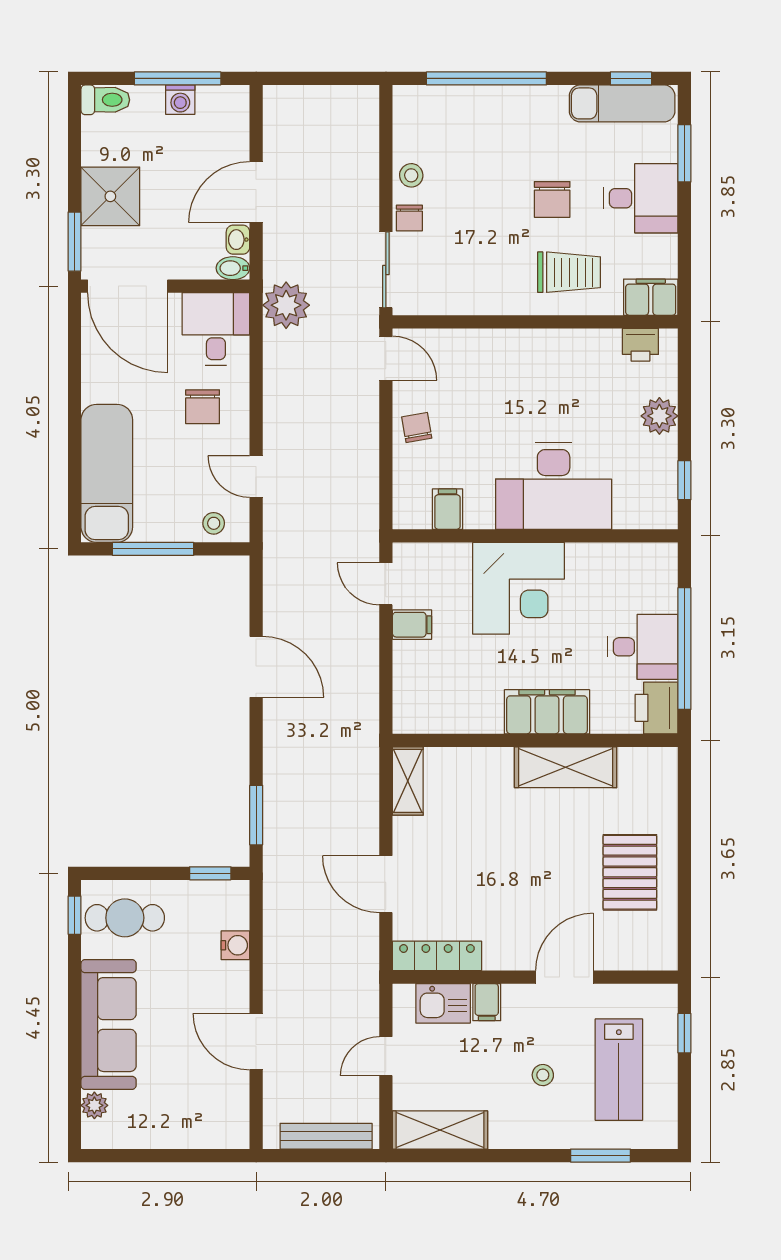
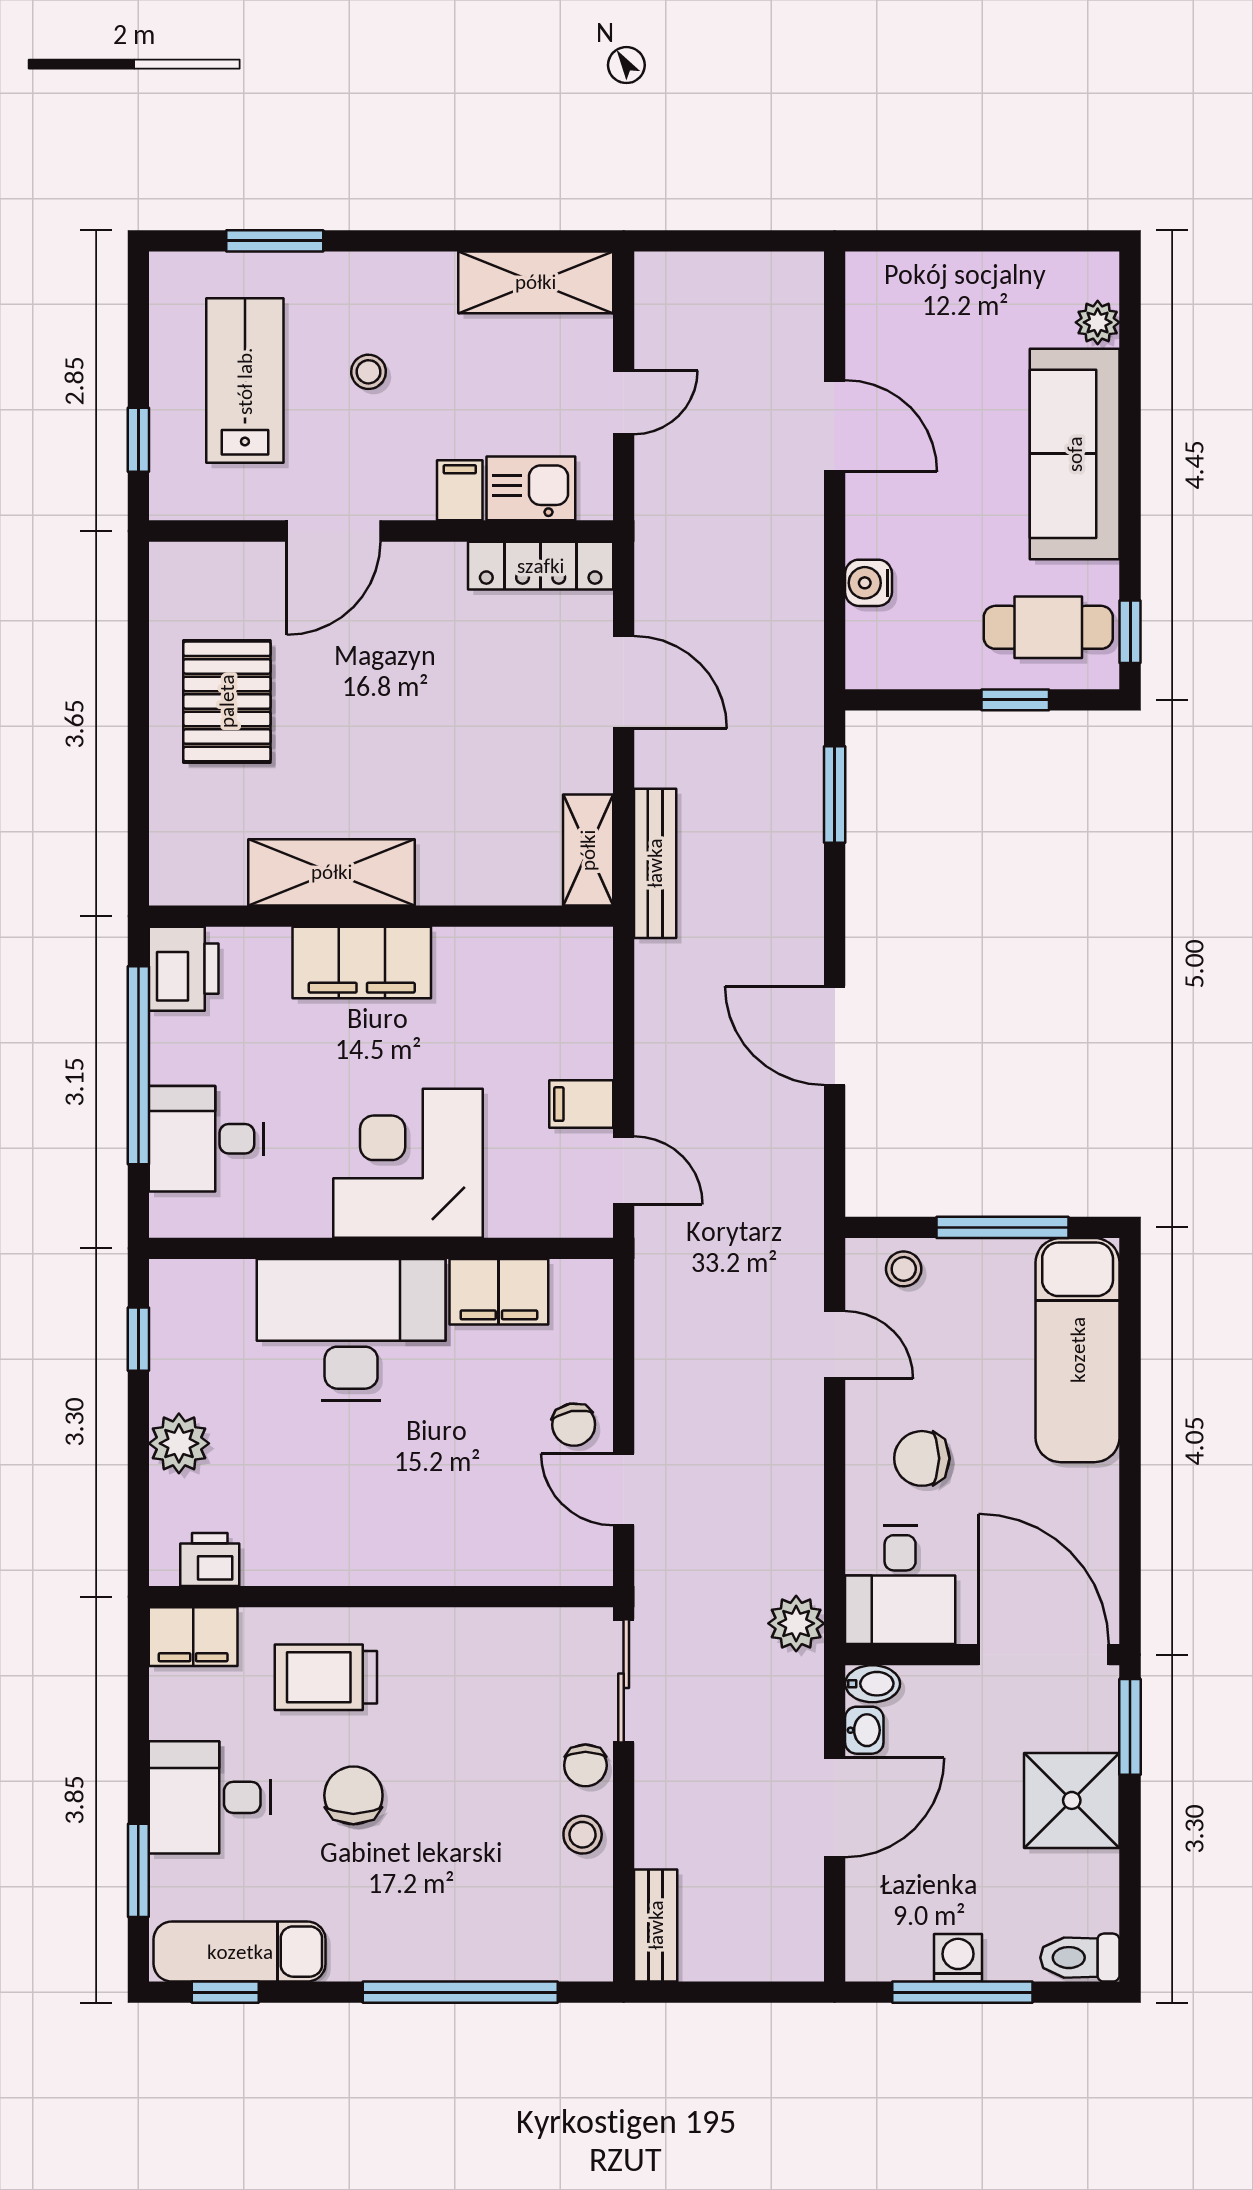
bench: (366, 119) -> (656, 1925), added
chair: (409, 218) -> (585, 1765), turned 180
plant: (286, 305) -> (796, 1623), width x0.73, depth x0.73
door: (386, 358) -> (624, 1490), moved
chair: (203, 407) -> (922, 1458), turned -90
filing cabinet: (447, 509) -> (499, 1292), width x2.00
desk: (643, 647) -> (206, 1139), moved
window: (210, 873) -> (1015, 700), moved
bench: (326, 1136) -> (655, 863), moved, turned 90

